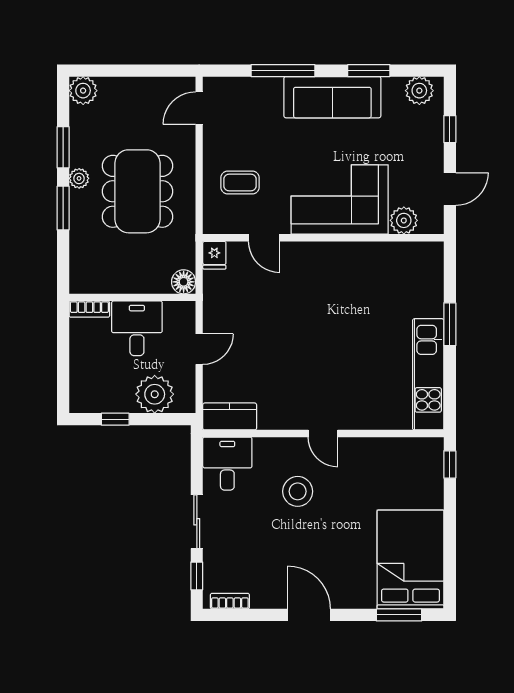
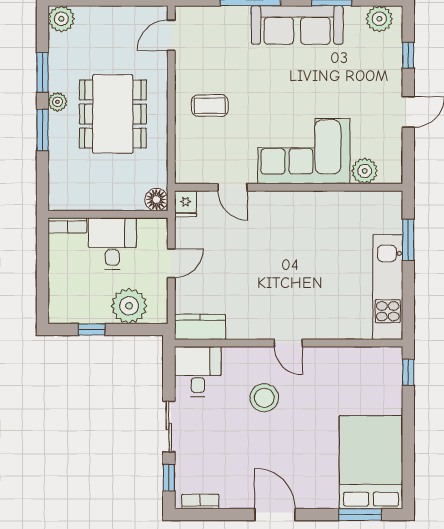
corner sofa: (340, 200) -> (304, 151), moved
plant: (404, 220) -> (365, 171), moved
door: (264, 238) -> (233, 187), moved
wall: (323, 238) -> (289, 187), moved
fridge: (214, 255) -> (186, 204), moved

